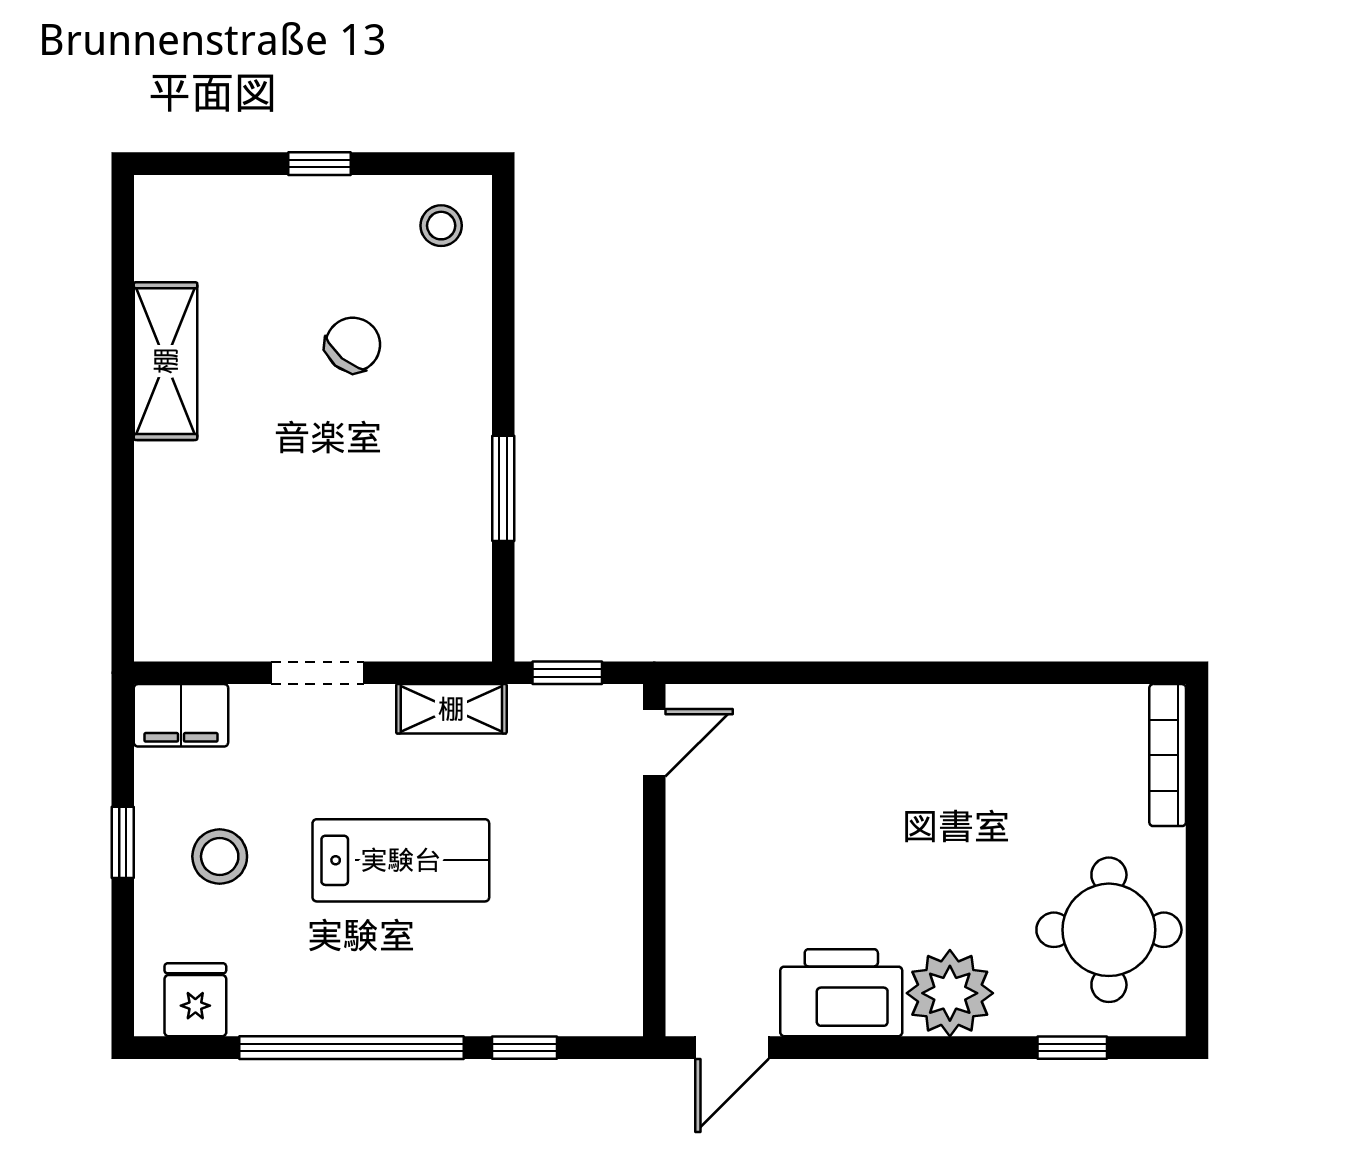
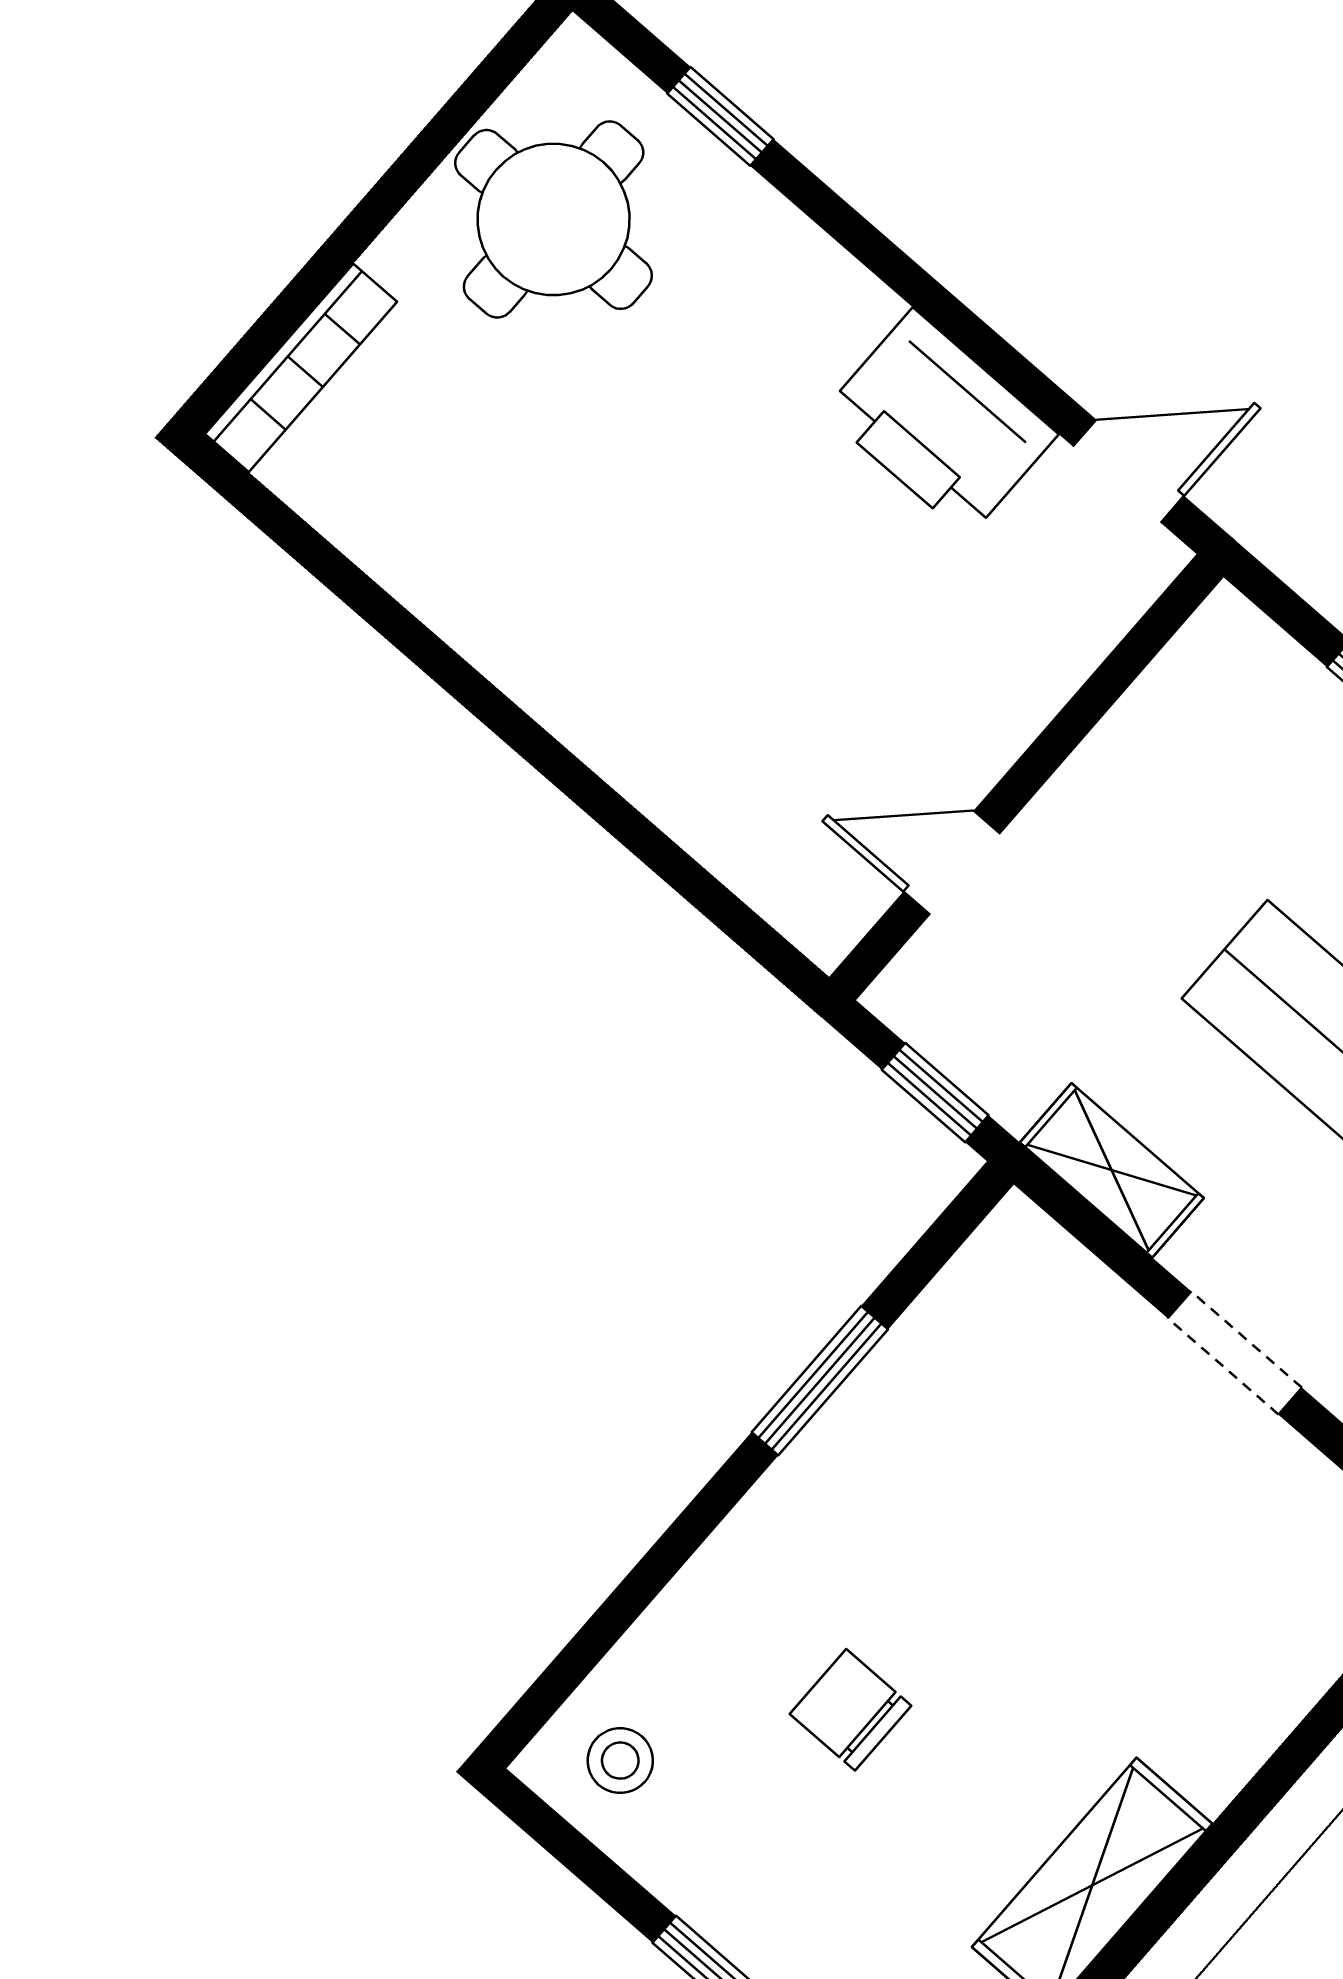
chair: (353, 345) -> (851, 1710), turned 50
door: (654, 743) -> (952, 863), moved
plant: (950, 993) -> (811, 309), removed

